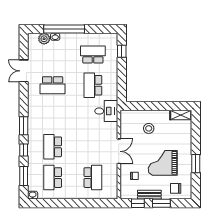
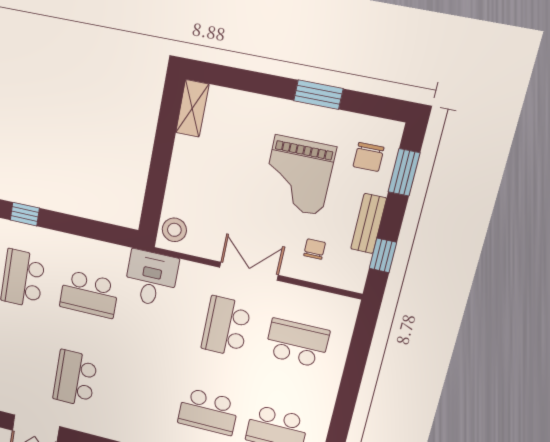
school desk: (53, 85) -> (75, 378), turned 180
stool: (149, 128) -> (174, 230), moved
school desk: (93, 147) -> (226, 326), added
window: (161, 203) -> (404, 172), moved

